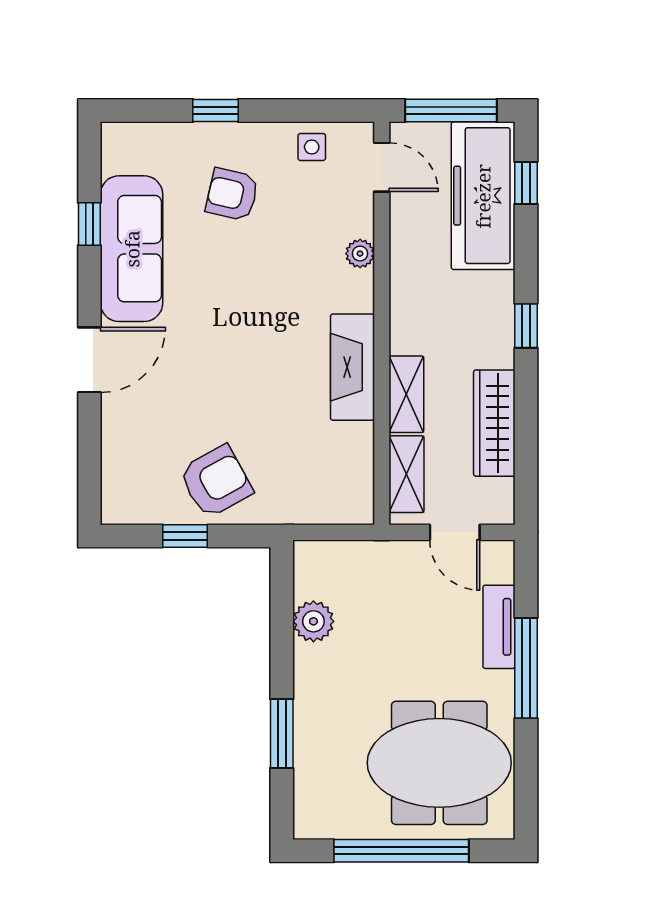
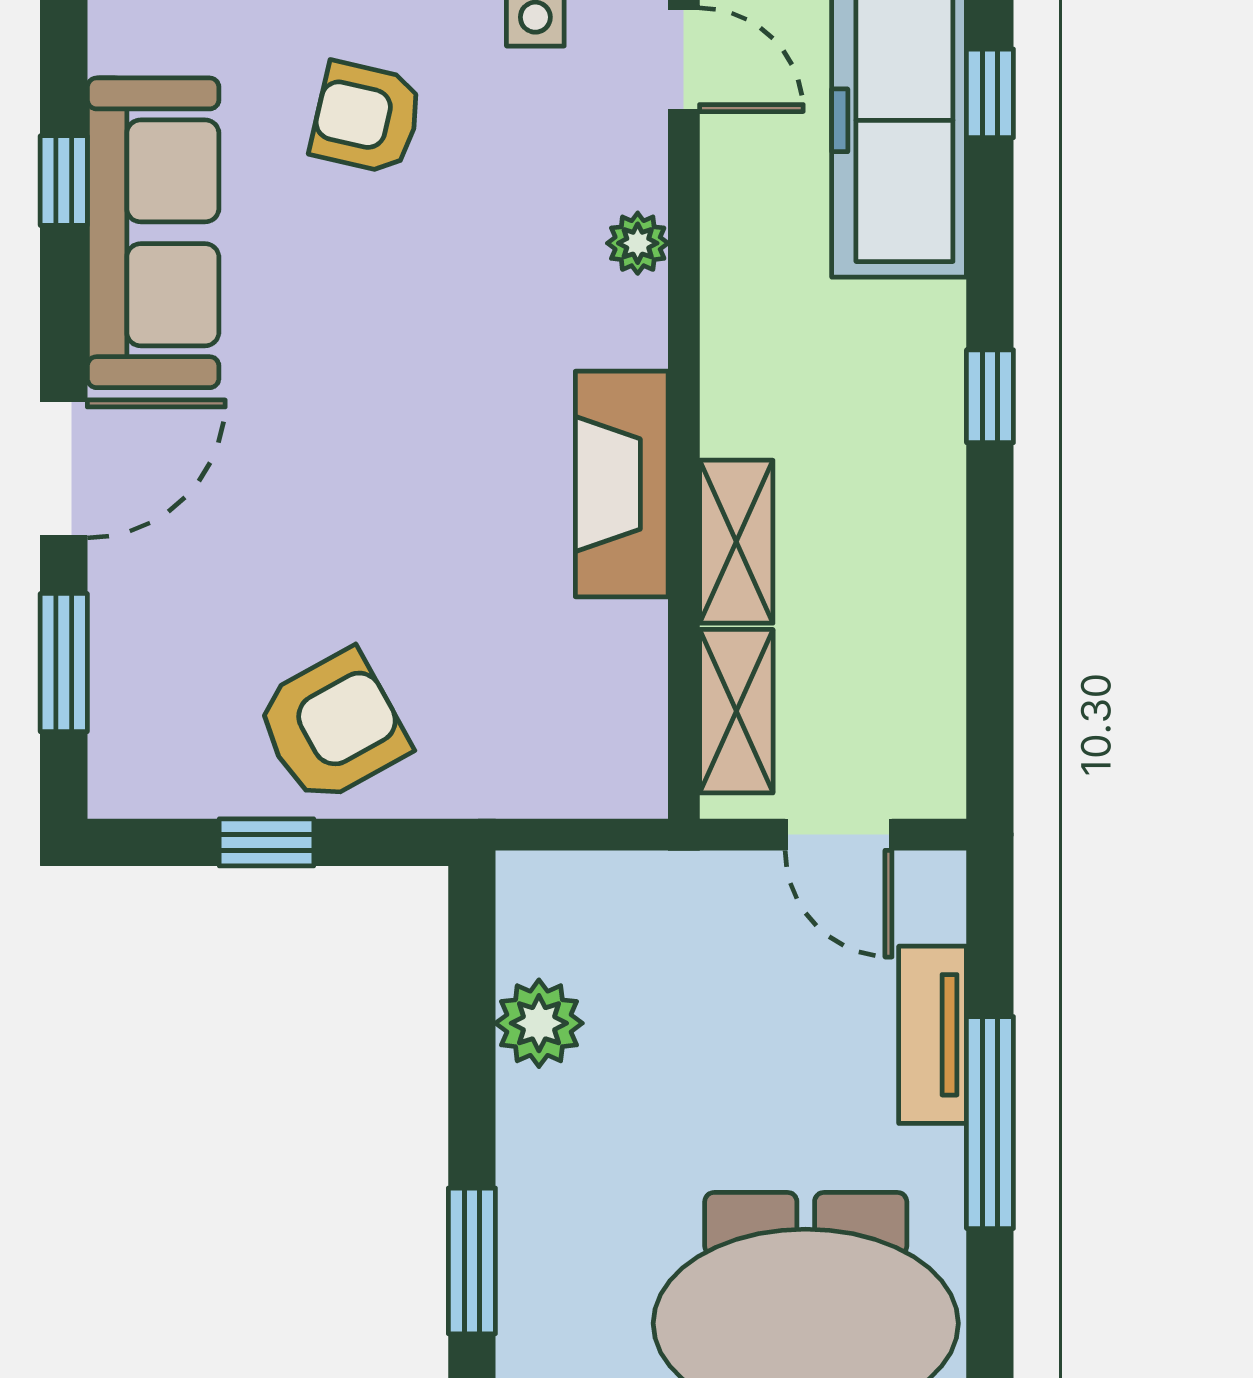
wardrobe: (494, 423) -> (923, 603), removed
window: (89, 451) -> (64, 663), added

